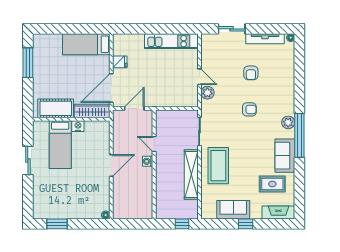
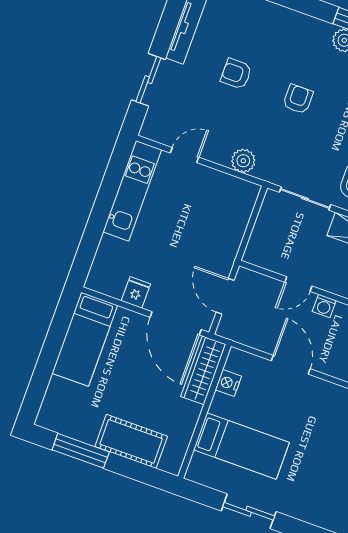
armchair: (251, 73) -> (236, 74), turned 180
door: (199, 77) -> (185, 155), moved
cot: (56, 108) -> (131, 441), moved, turned 90
nightstand: (78, 126) -> (228, 383), moved
door: (111, 165) -> (291, 365), moved

